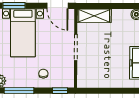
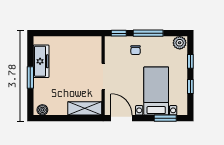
window: (19, 90) -> (148, 33), moved

